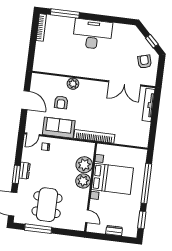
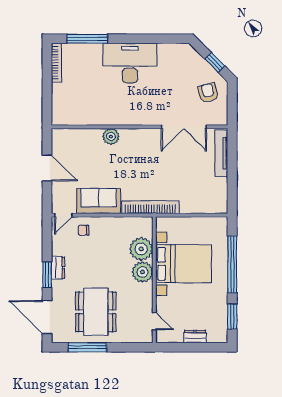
armchair: (61, 102) -> (98, 165), removed

